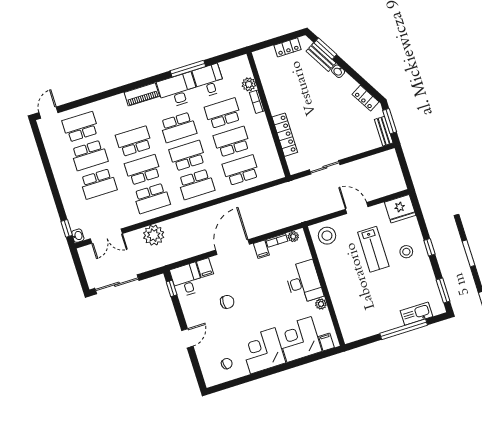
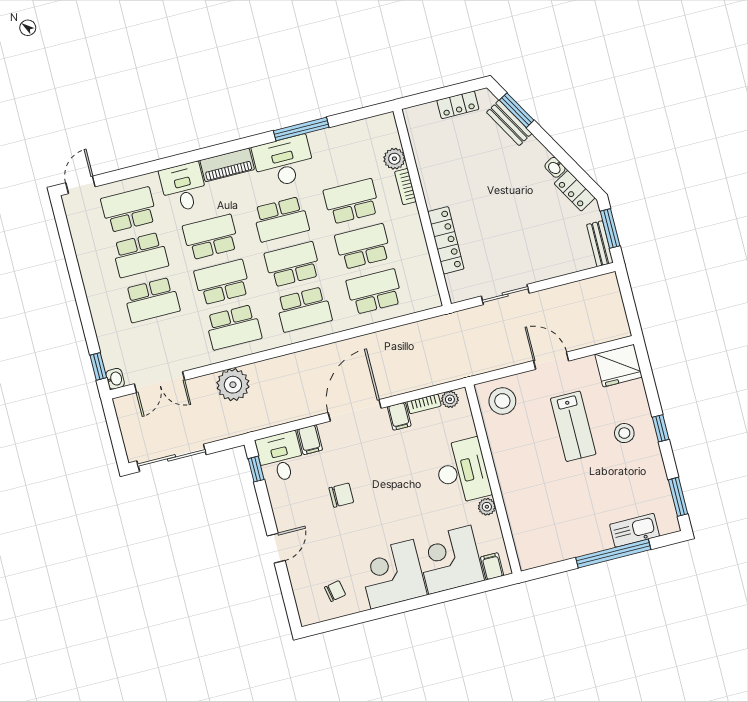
washbasin: (338, 71) -> (555, 167), moved
desk: (209, 81) -> (184, 187), moved

